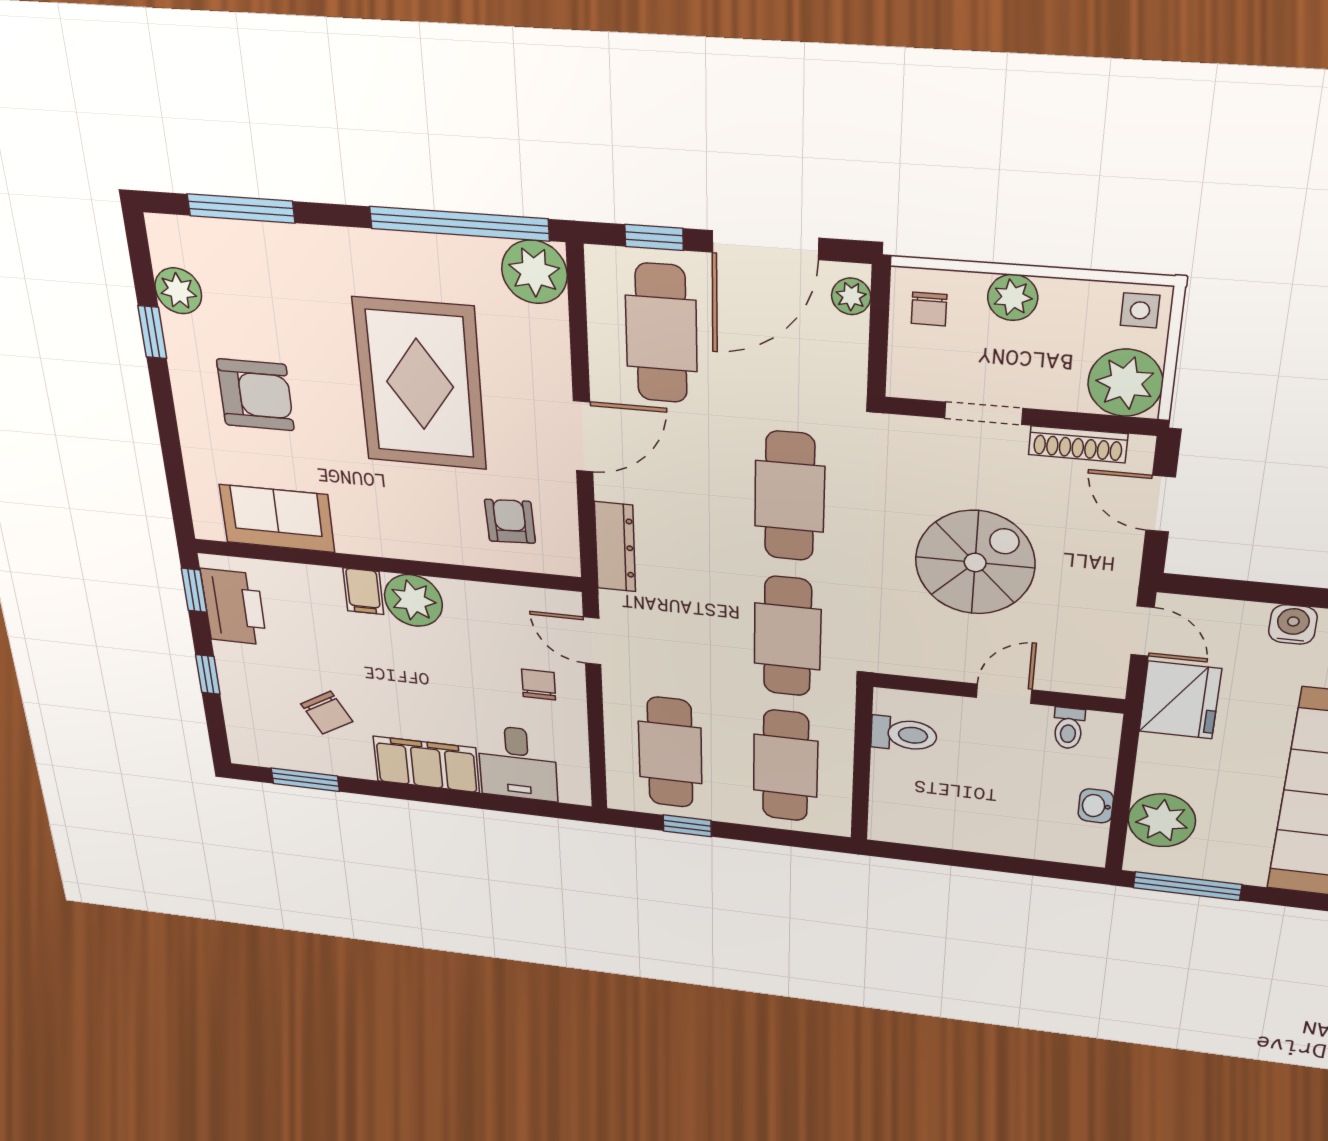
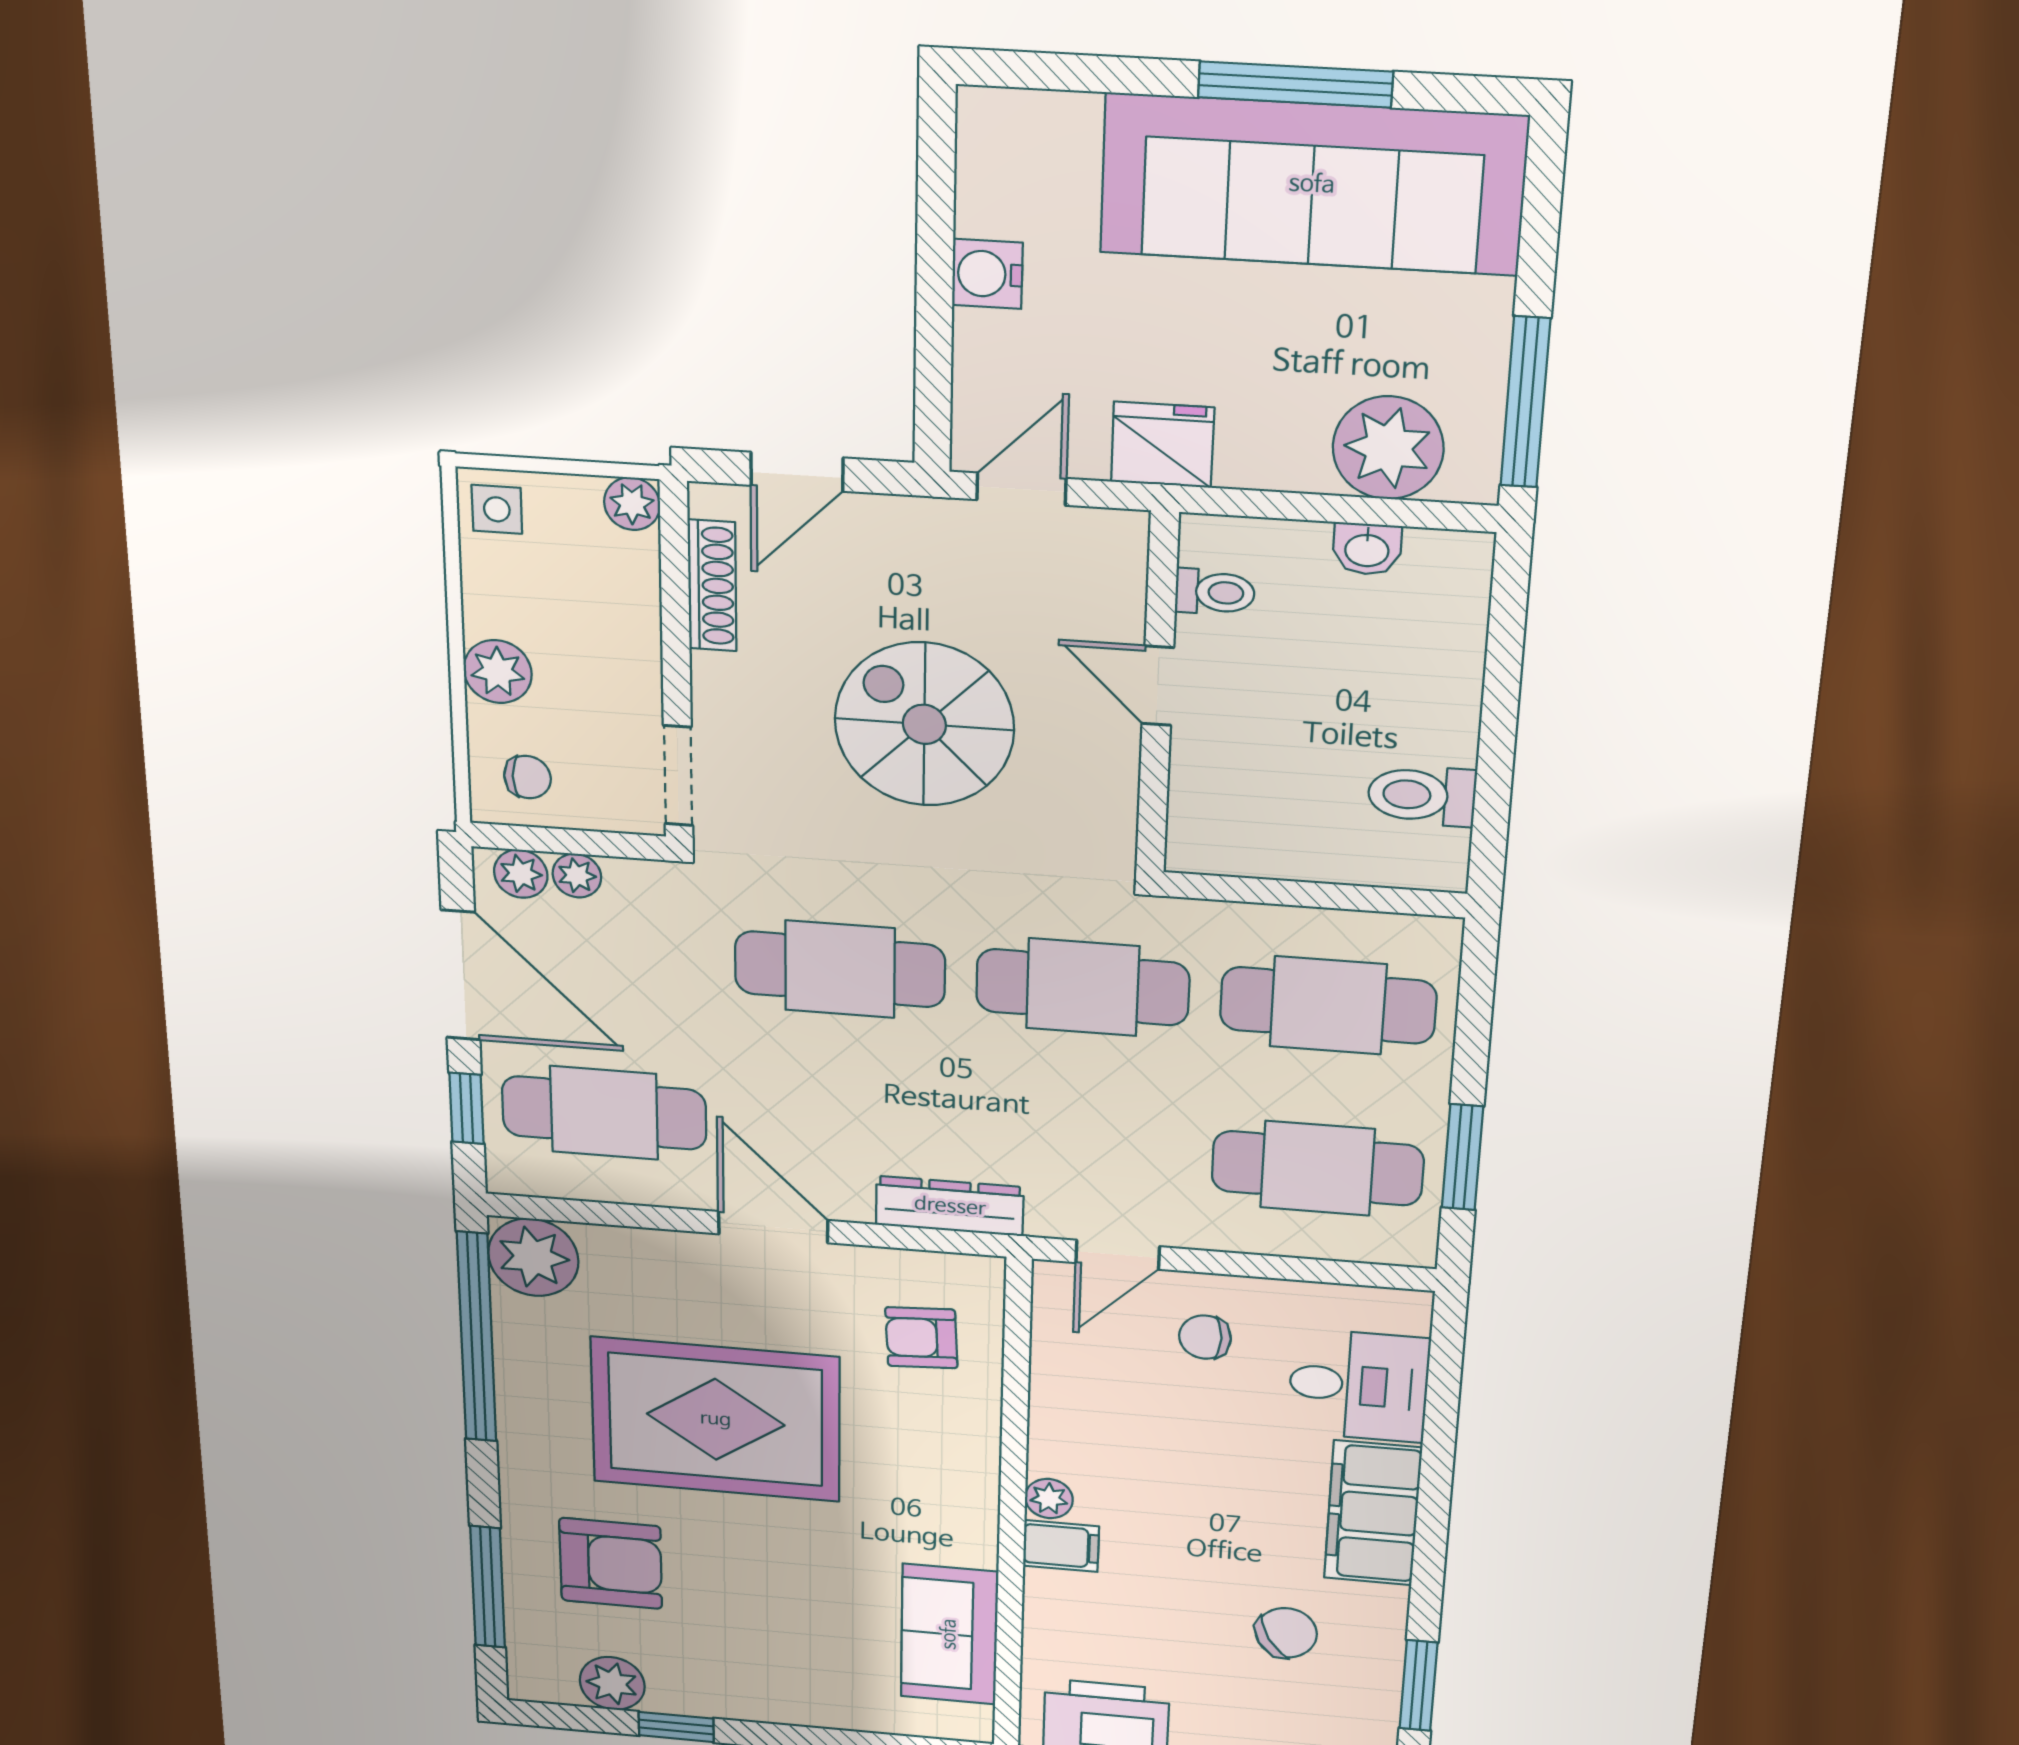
plant: (852, 335) -> (577, 876), added
plant: (1125, 383) -> (632, 504), width x0.53, depth x0.53
armchair: (255, 395) -> (611, 1563), moved, turned 90
doorway: (983, 413) -> (678, 776), moved
plant: (413, 600) -> (1049, 1499), width x0.53, depth x0.53
fridge: (1180, 700) -> (1163, 445), width x0.73, depth x0.75
toilet: (904, 734) -> (1422, 795), moved, turned -90
window: (687, 826) -> (1463, 1157), width x1.50

